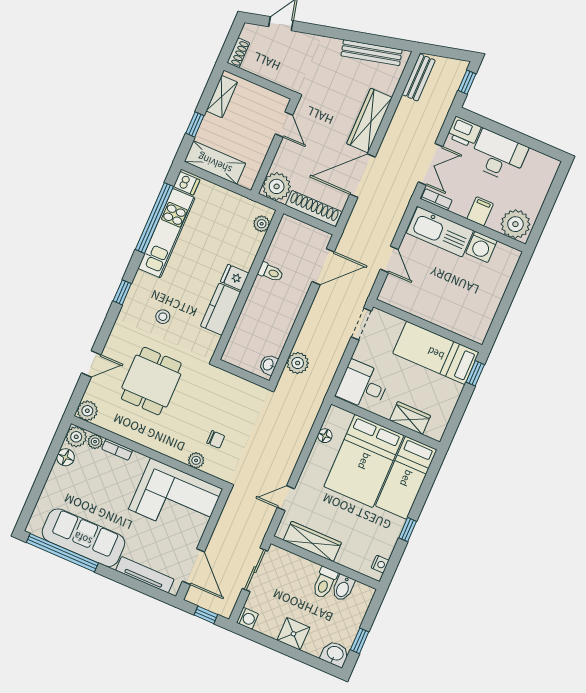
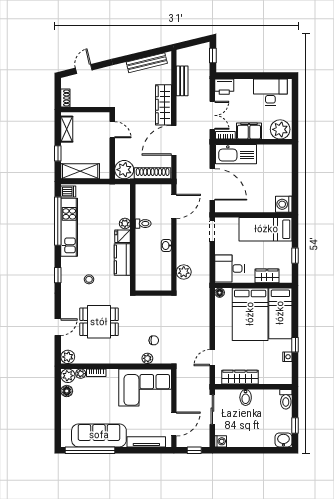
bench: (419, 77) -> (182, 81), moved
desk: (498, 156) -> (270, 92), moved
filing cabinet: (480, 211) -> (249, 131), width x2.00
plant: (262, 224) -> (125, 223), moved
washing machine: (481, 247) -> (284, 204), moved, turned 90
door: (389, 259) -> (212, 184), width x1.87
washbasin: (269, 365) -> (166, 245), moved
window: (475, 373) -> (295, 256), moved
dining table: (151, 381) -> (99, 322), turned 90
floor lamp: (325, 436) -> (220, 293), moved
nightstand: (380, 564) -> (287, 357), moved
door: (193, 567) -> (174, 424), hinge flipped
toilet: (325, 583) -> (286, 399), moved
bidet: (343, 588) -> (246, 397), moved
shower: (293, 634) -> (253, 439), removed

